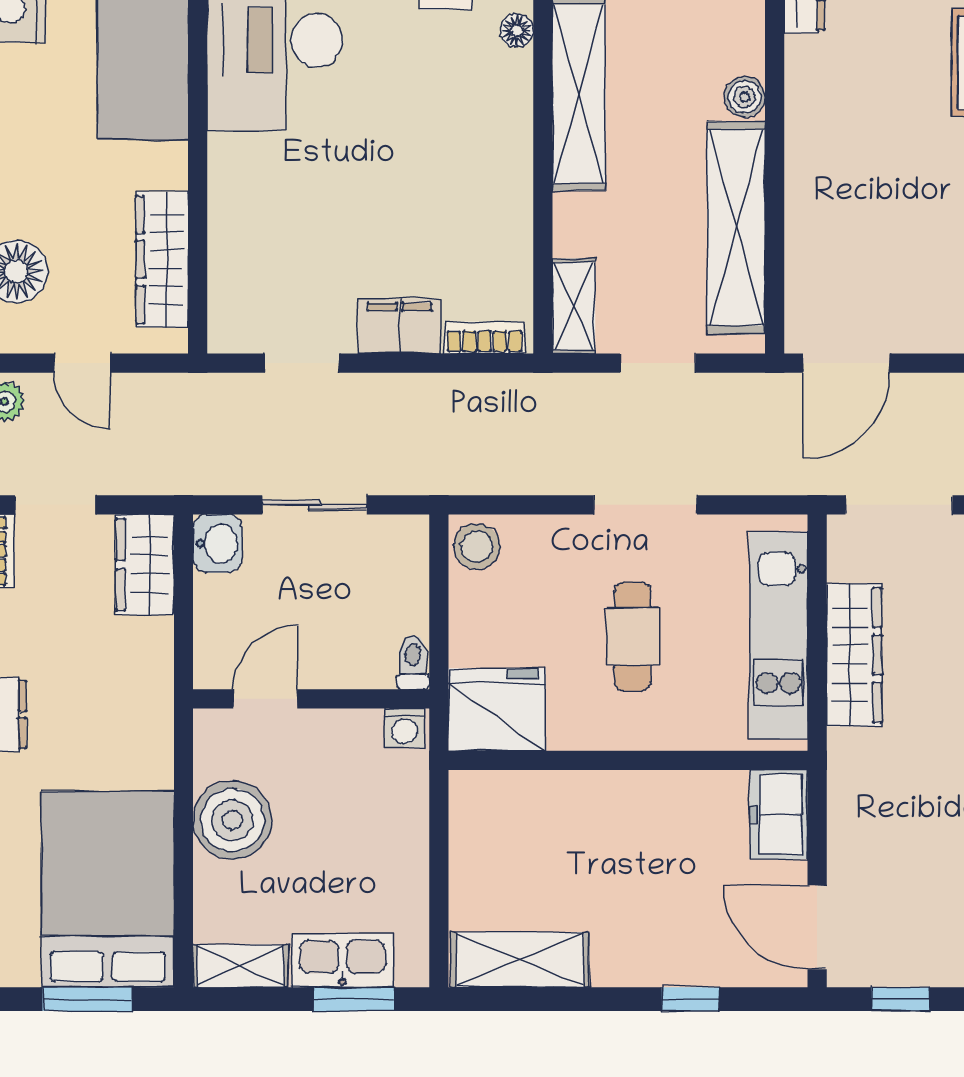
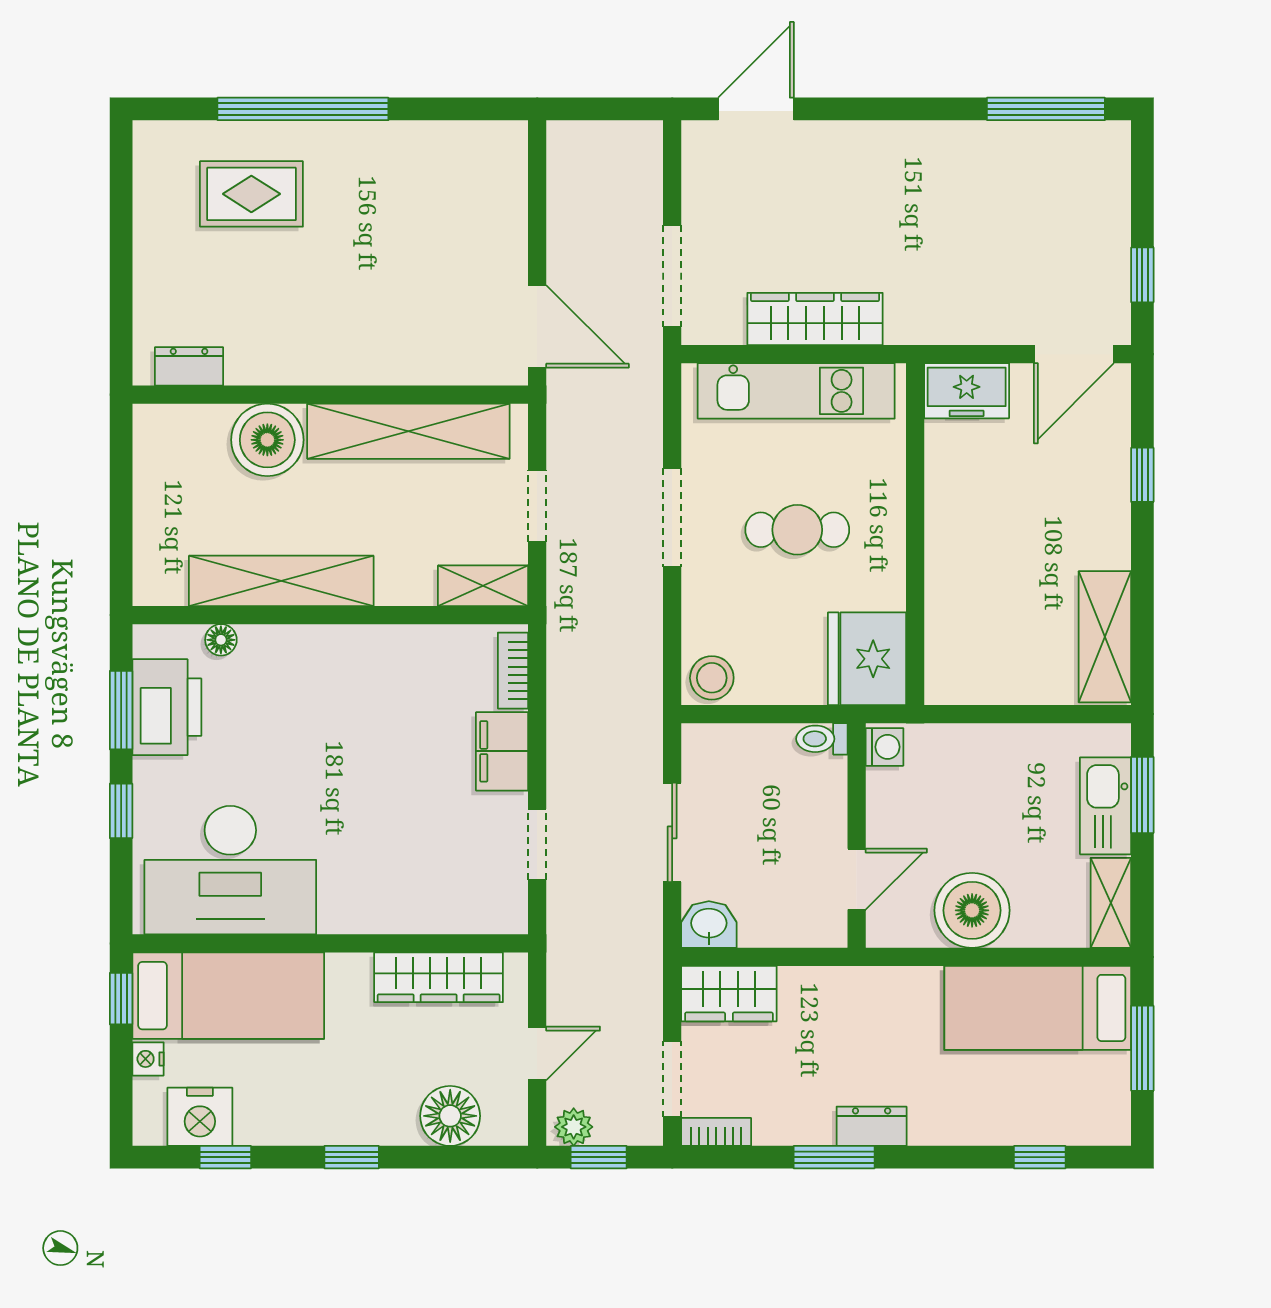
boiler: (745, 97) -> (267, 440), width x1.86, depth x1.86
door: (265, 699) -> (857, 879), swing flipped
bed: (108, 889) -> (1038, 1008), width x0.67

